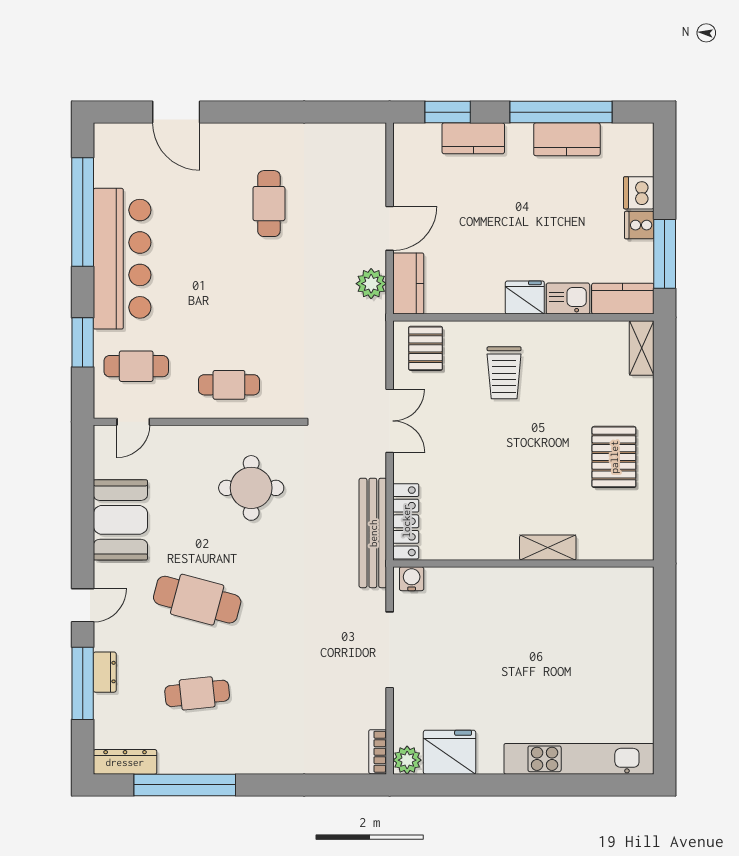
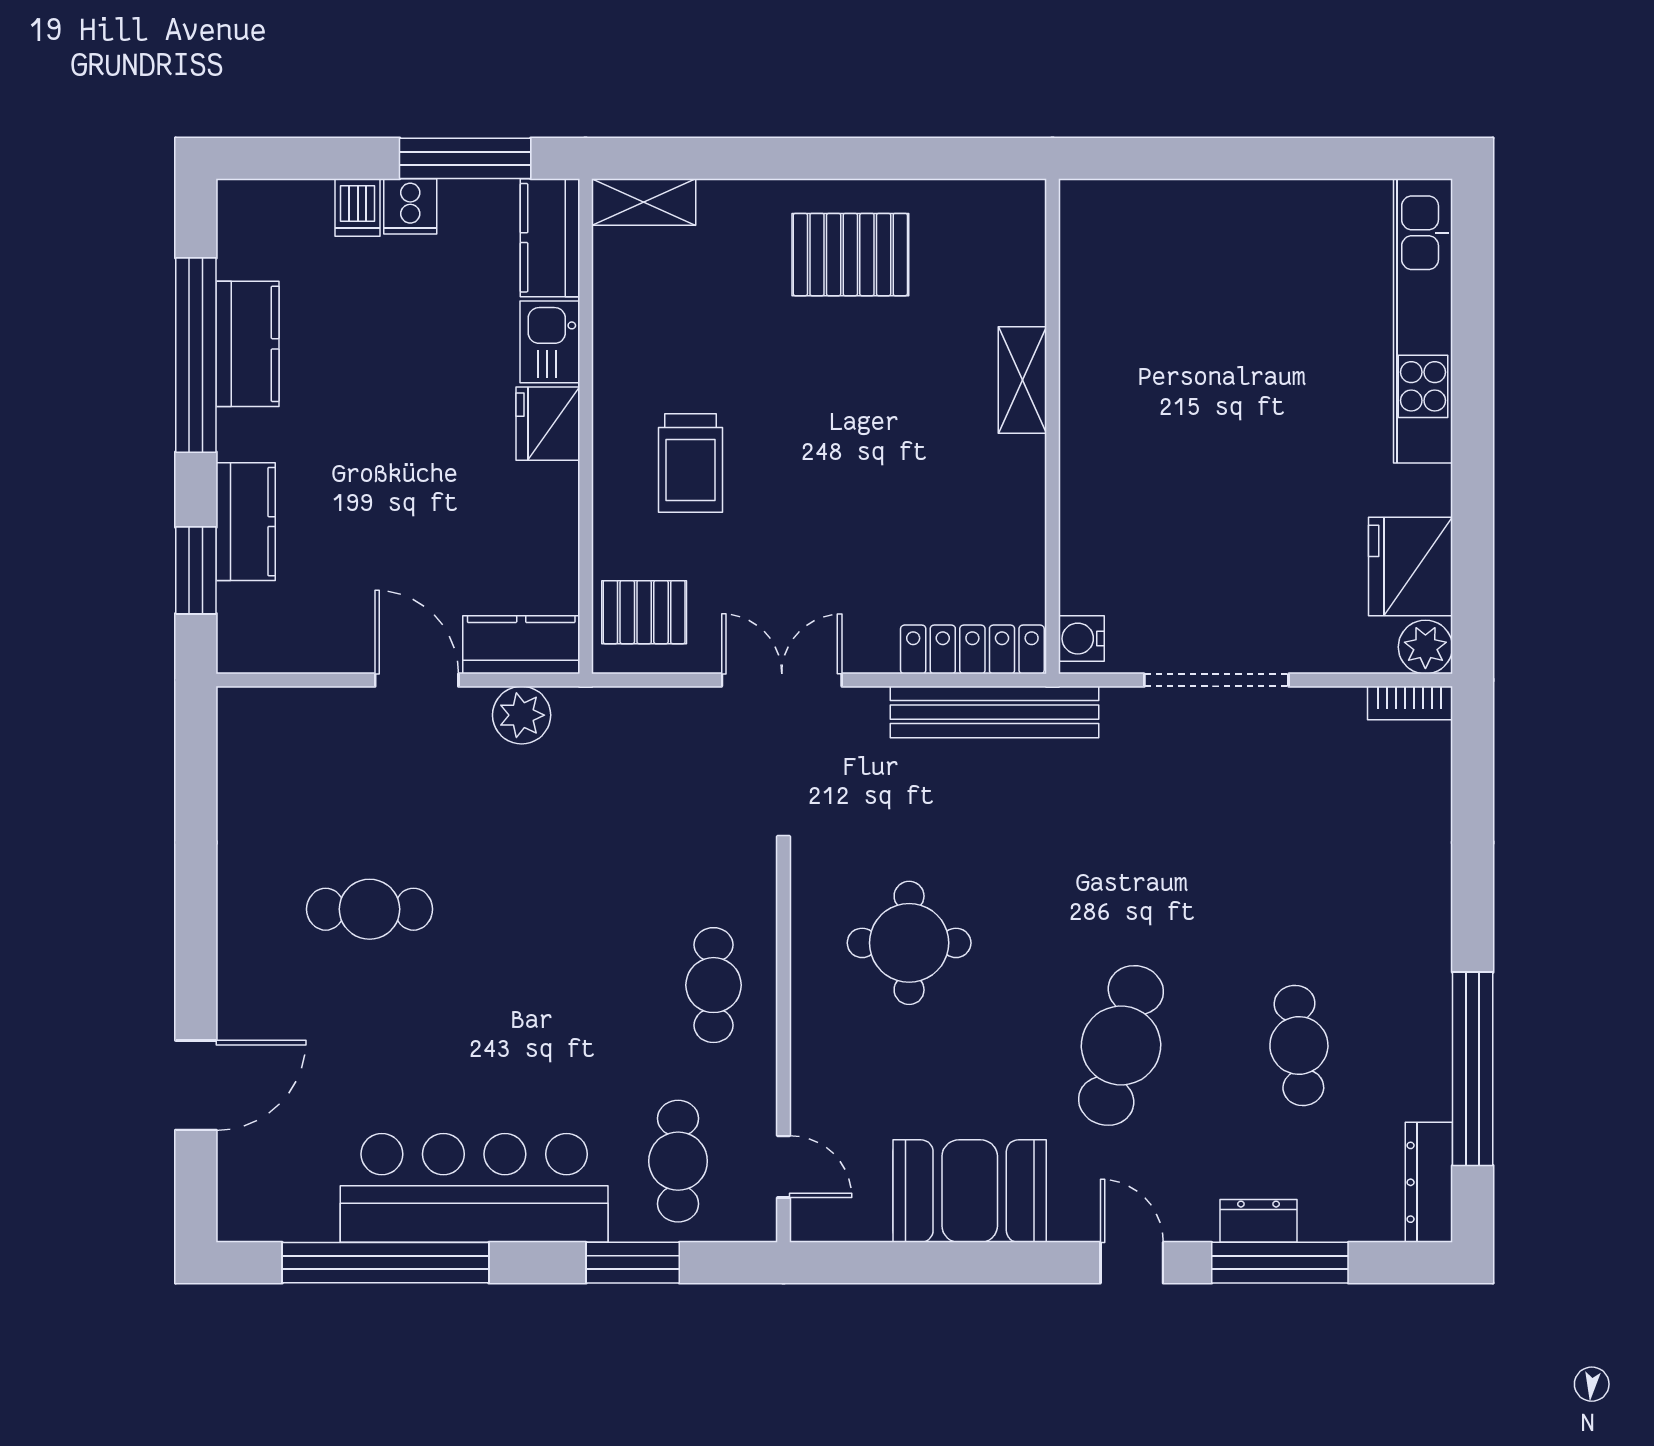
dishwasher: (639, 193) -> (358, 207), width x0.73
trolley: (504, 373) -> (691, 463), turned 90

